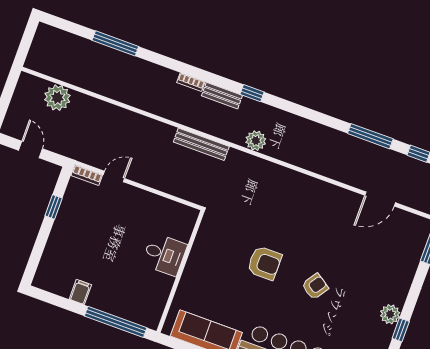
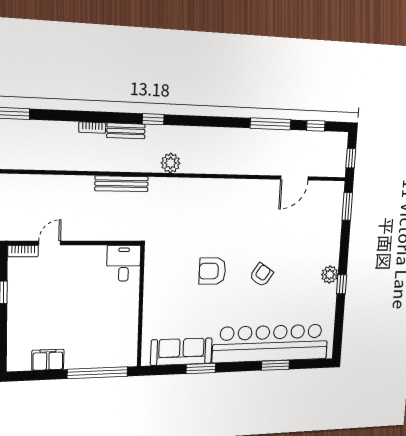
desk: (164, 255) -> (124, 263), moved, turned -90
armchair: (264, 263) -> (212, 271), turned 180
filing cabinet: (80, 292) -> (48, 360), width x2.00

